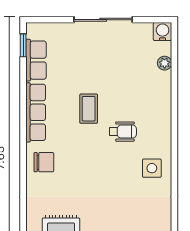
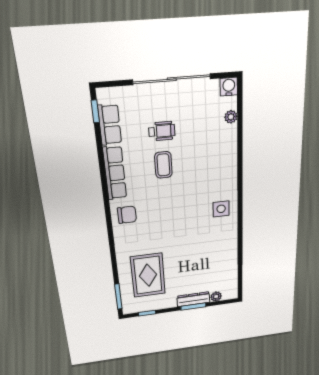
sliding door: (103, 20) -> (172, 79), width x1.36
wheelchair: (123, 132) -> (162, 131), moved

